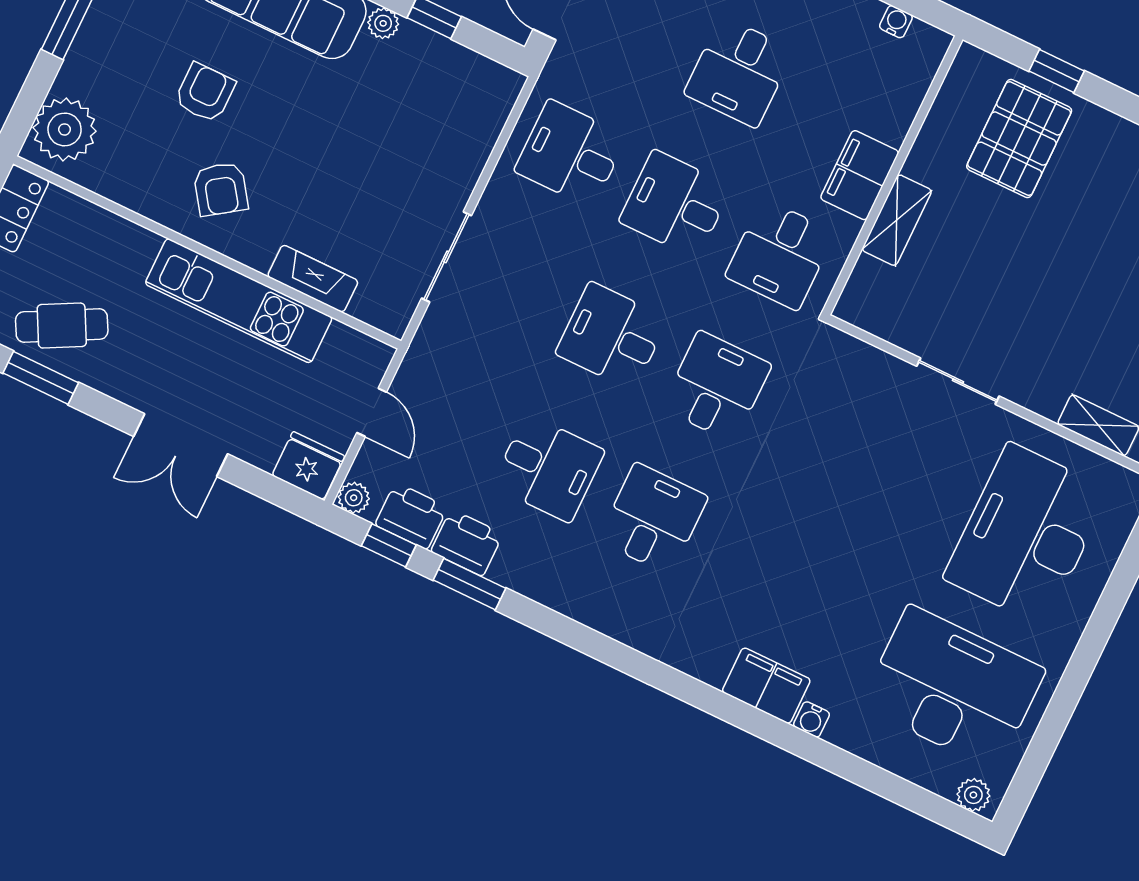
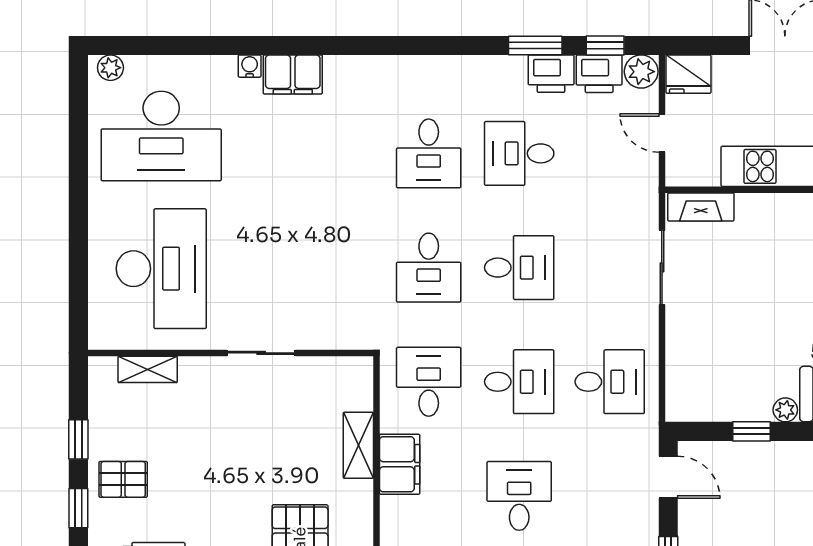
fireplace: (313, 279) -> (701, 207), moved
plant: (354, 498) -> (641, 72), width x1.38, depth x1.38

